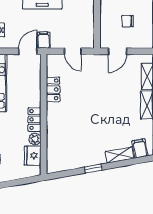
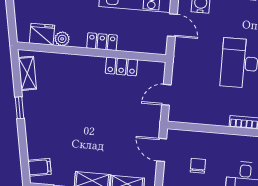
filing cabinet: (44, 40) -> (183, 60), removed
door: (28, 51) -> (172, 25), moved
locker: (34, 119) -> (102, 42), moved
shelving: (119, 155) -> (27, 73), moved

